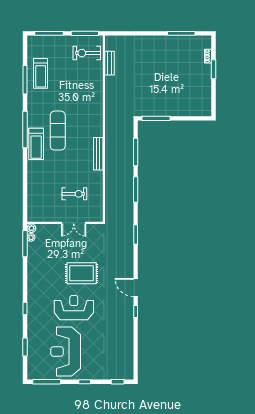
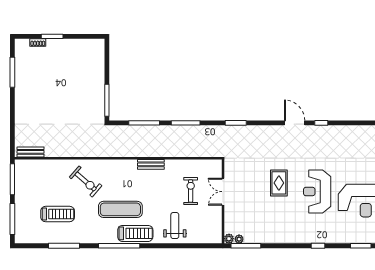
exercise bike: (87, 53) -> (86, 181), moved, turned -49
bench: (109, 63) -> (31, 152), moved
treadmill: (41, 73) -> (58, 214), moved
bench: (98, 154) -> (151, 164), width x0.73
weight bench: (43, 180) -> (175, 226), added
double door: (74, 223) -> (223, 192), swing flipped
rug: (82, 273) -> (279, 183), width x0.73, depth x0.70
door: (136, 288) -> (295, 123), swing flipped

